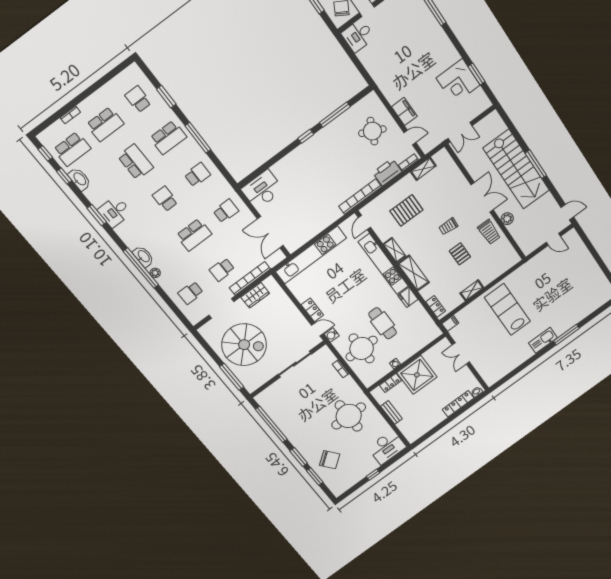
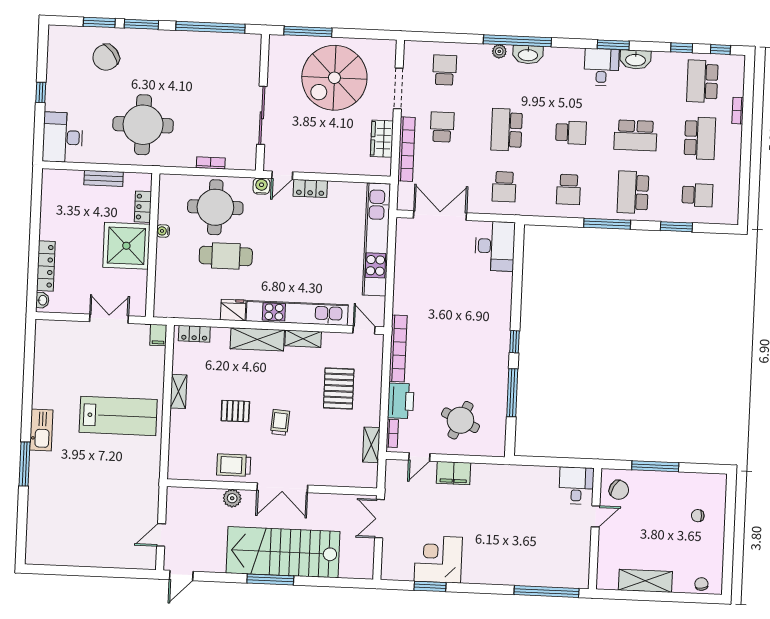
school desk: (105, 124) -> (700, 138), turned 180
washbasin: (79, 179) -> (636, 60), moved

